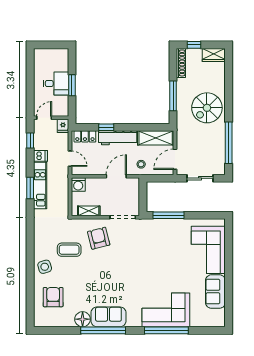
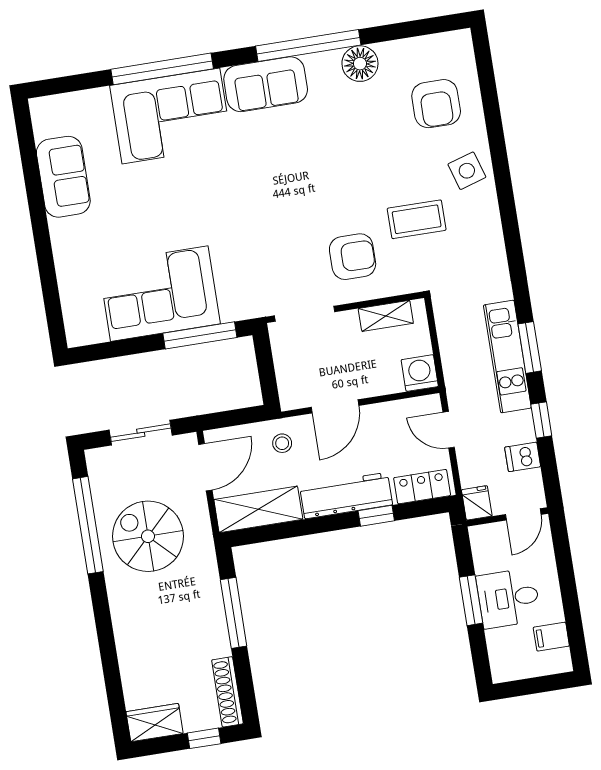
filing cabinet: (41, 64) -> (551, 637), added
spiral stairs: (207, 108) -> (148, 536), moved, turned -90
window: (30, 141) -> (541, 420), moved
dishwasher: (40, 156) -> (523, 457), moved
armchair: (99, 238) -> (353, 257), turned -76
corner sofa: (208, 250) -> (159, 294), moved, turned -90
sofa: (108, 317) -> (266, 84), moved

